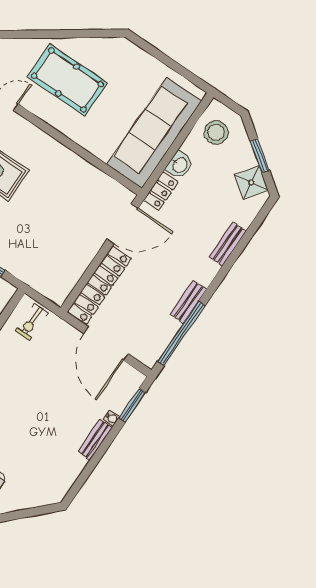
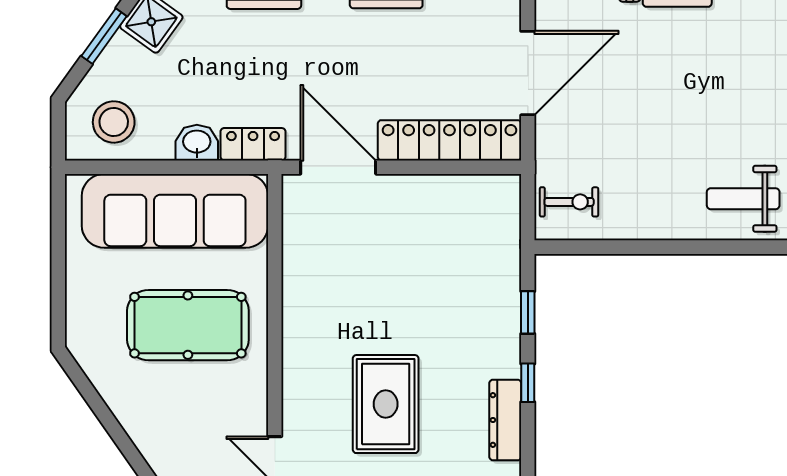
pool table: (67, 80) -> (188, 325), moved, turned 90

